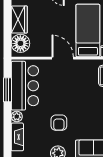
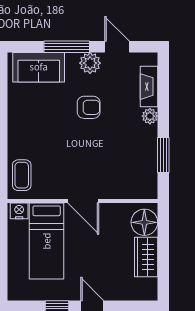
bar counter: (25, 86) -> (138, 161), removed
armchair: (59, 123) -> (89, 107), turned 90

